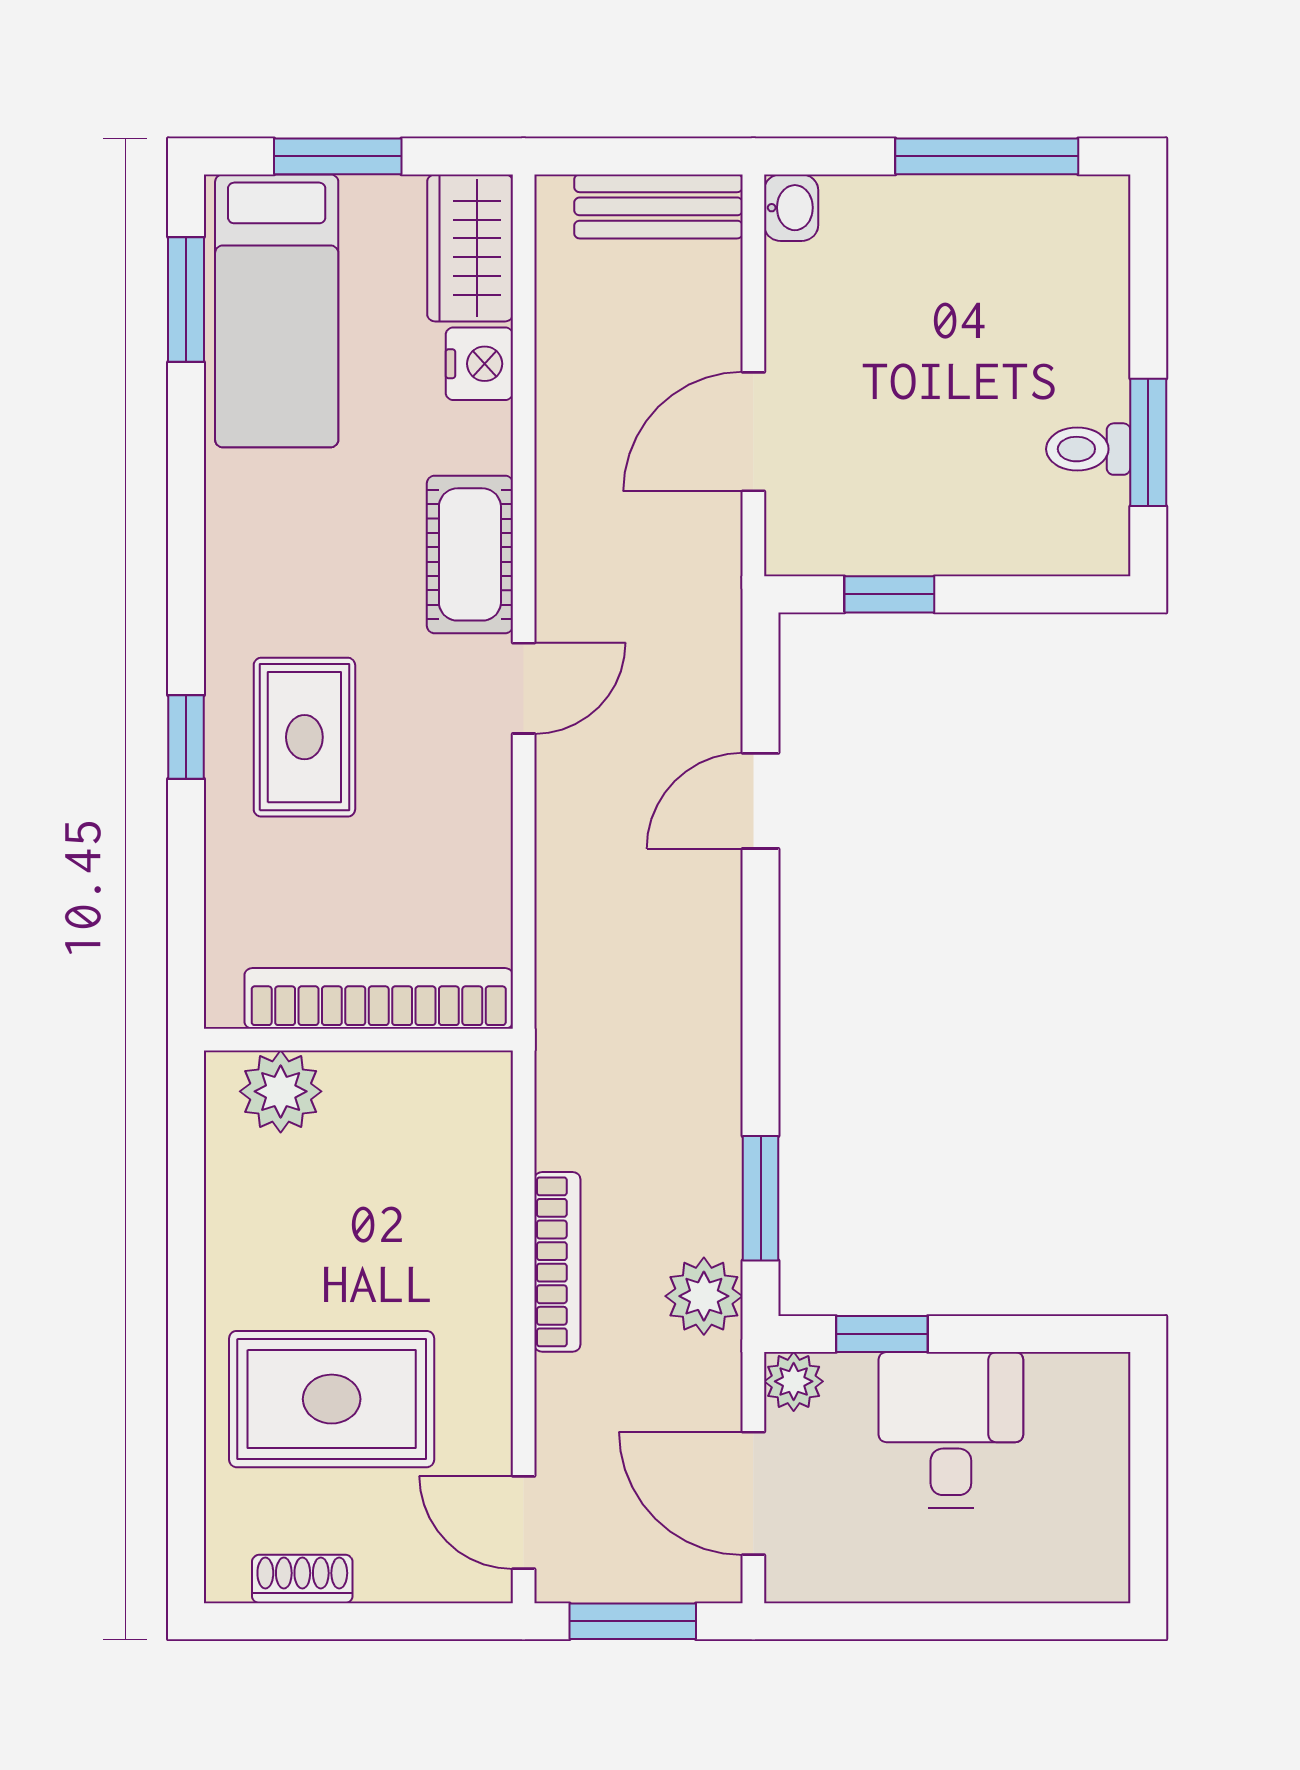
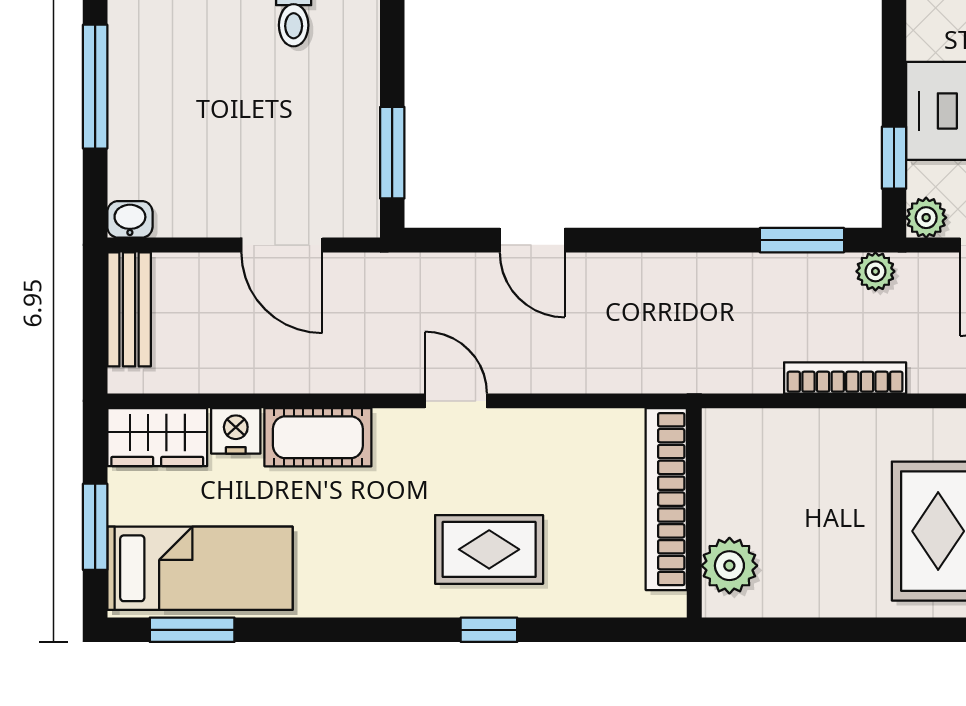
cot: (470, 554) -> (318, 437), moved
window: (889, 594) -> (392, 153), width x1.50
plant: (704, 1296) -> (875, 271), width x0.73, depth x0.73

